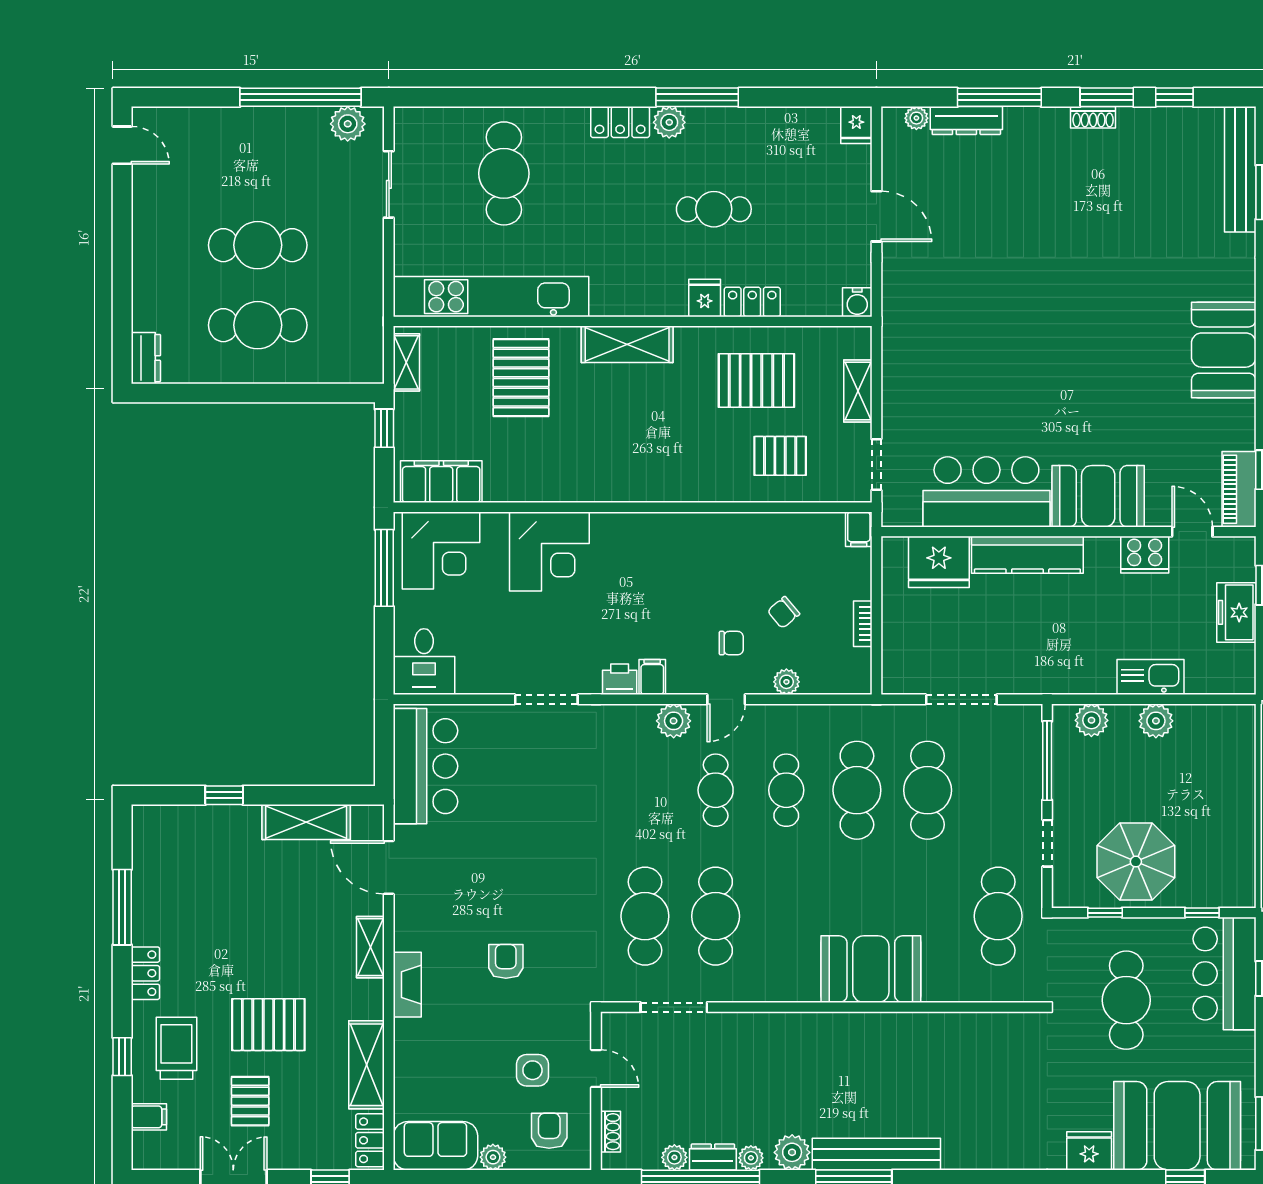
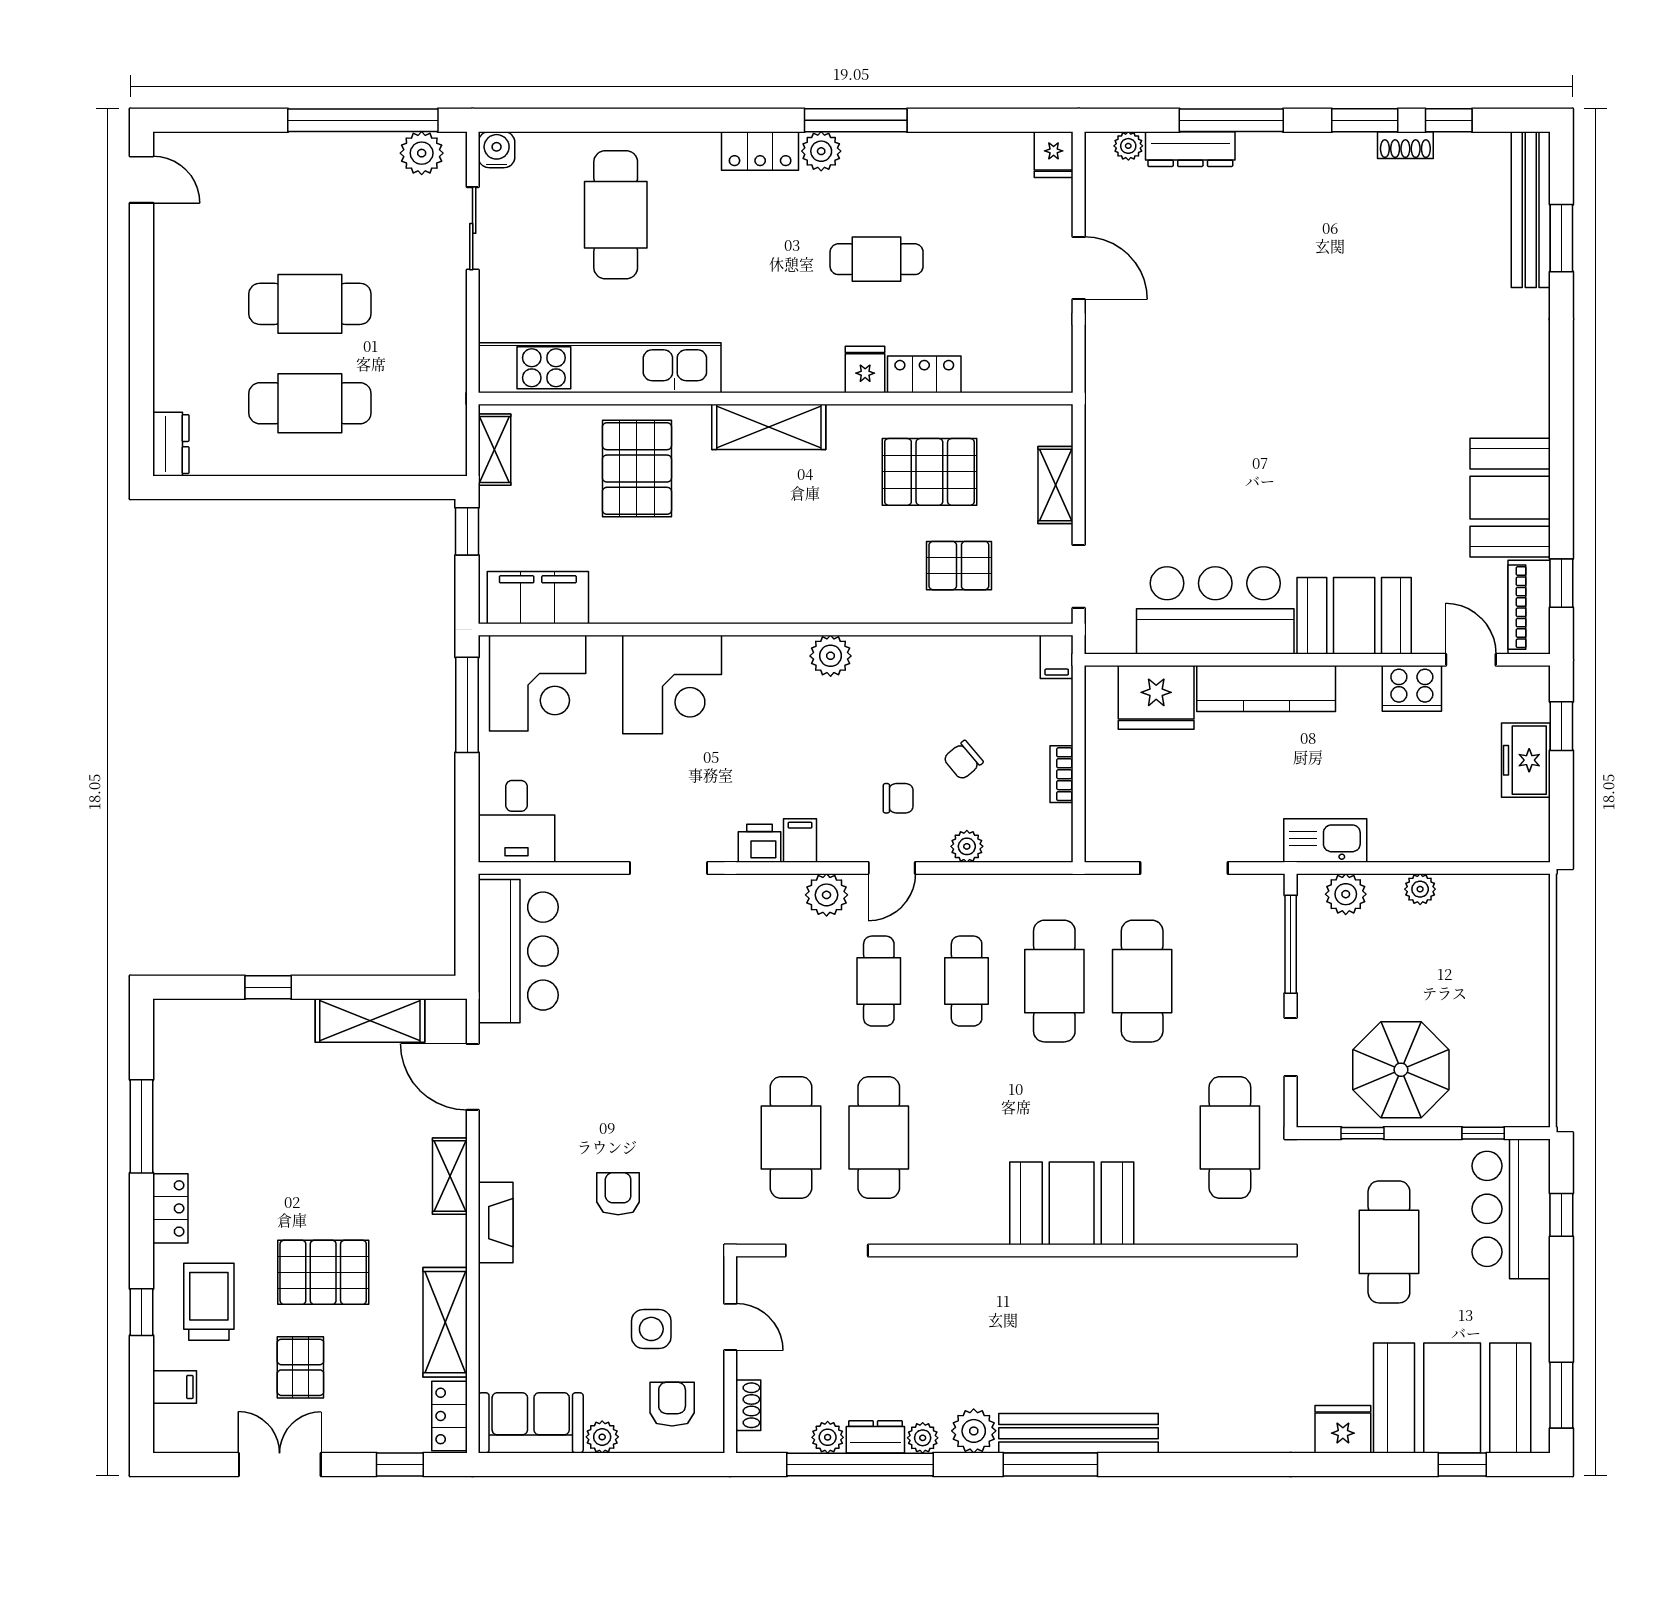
shoe rack: (1093, 117) -> (1405, 145), moved
water cooler: (857, 302) -> (497, 150), moved, turned 180
booth: (1224, 350) -> (1510, 498), moved
plant: (677, 528) -> (831, 656), added
kitchen sink: (1151, 677) -> (1325, 841), moved
plant: (1156, 721) -> (1420, 889), width x0.73, depth x0.73

